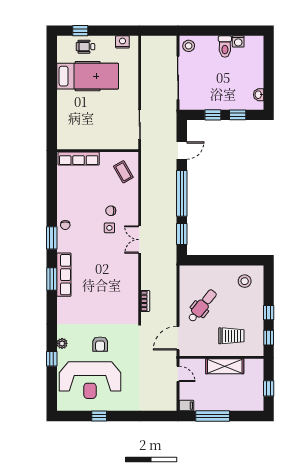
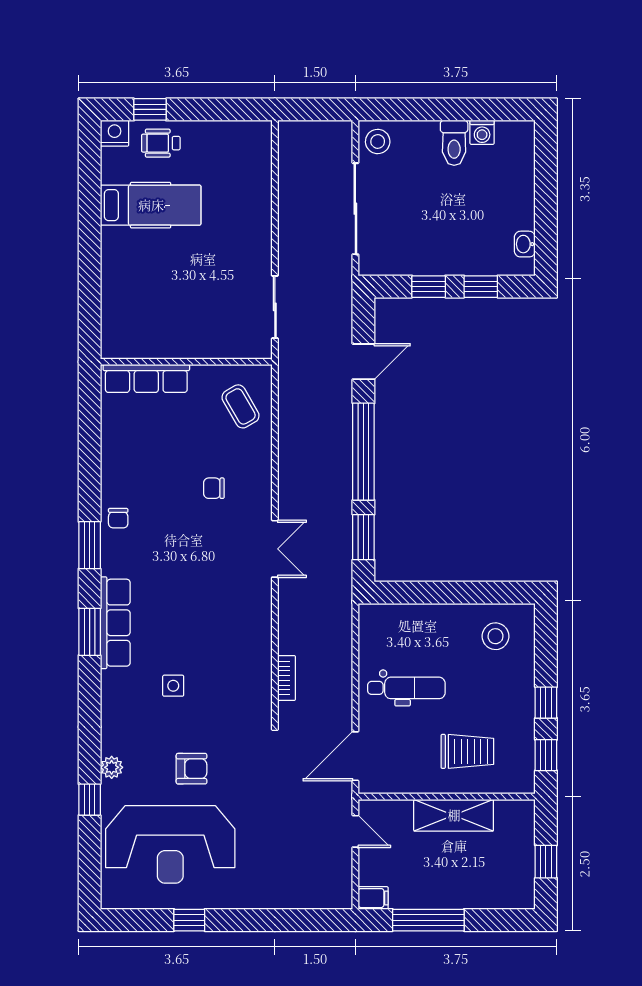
nightstand: (122, 42) -> (115, 133), moved
hospital bed: (88, 76) -> (151, 205), width x0.73, depth x0.78
side table: (109, 228) -> (173, 686), moved
double door: (140, 240) -> (275, 549), swing flipped
dental chair: (202, 306) -> (406, 688), turned 51
armchair: (100, 344) -> (192, 769), turned -90

